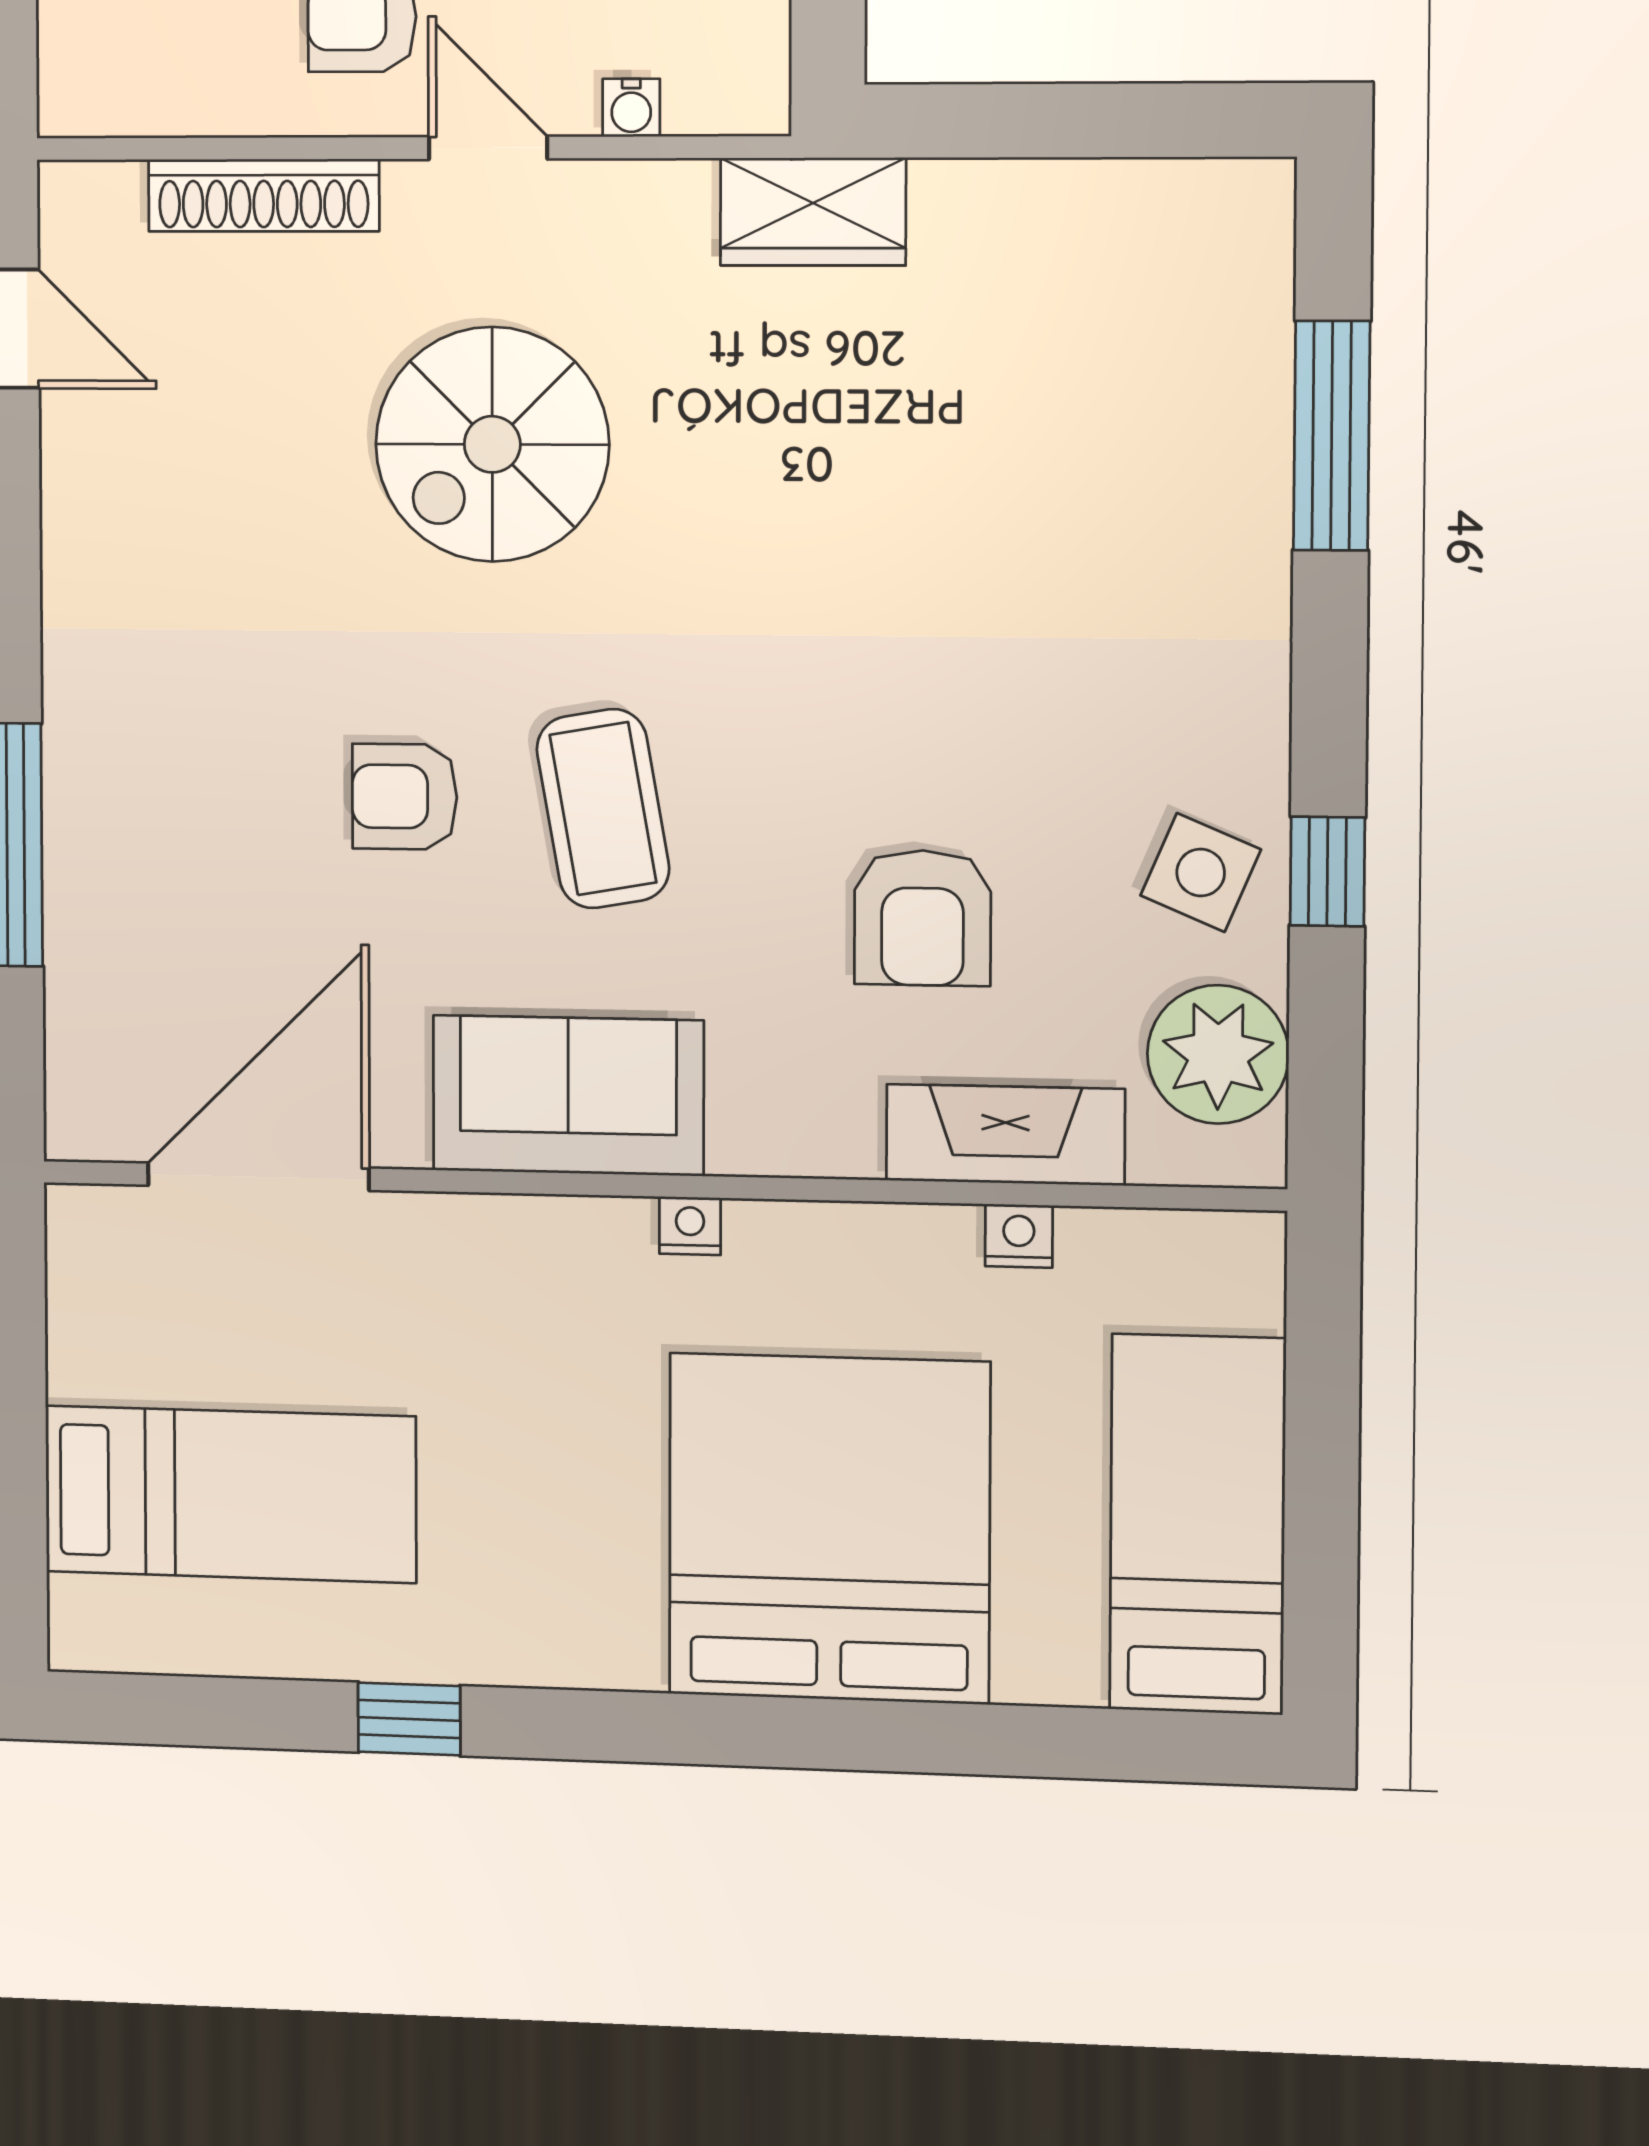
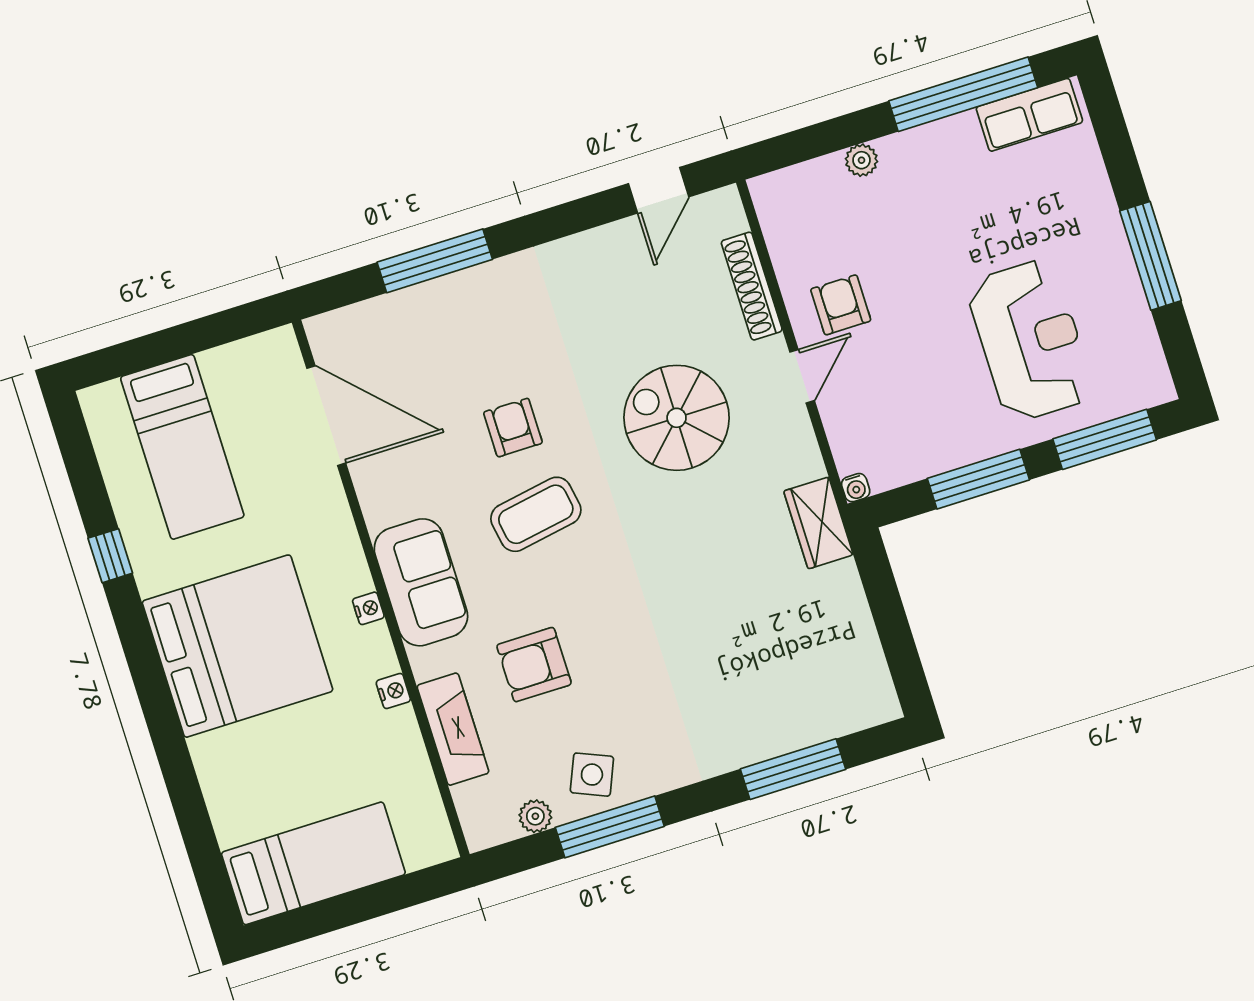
water cooler: (631, 108) -> (856, 488), moved, turned -90
window: (1327, 871) -> (610, 827), width x2.17
plant: (1218, 1054) -> (535, 816), width x0.53, depth x0.53
sofa: (568, 1096) -> (421, 582), moved
nightstand: (1019, 1236) -> (393, 691), moved
bed: (829, 1529) -> (237, 646), moved

